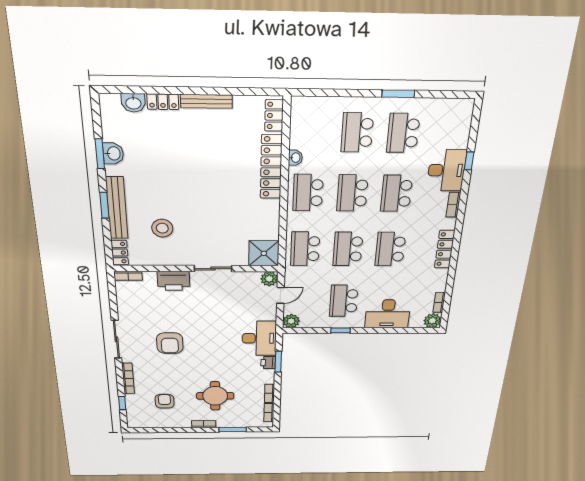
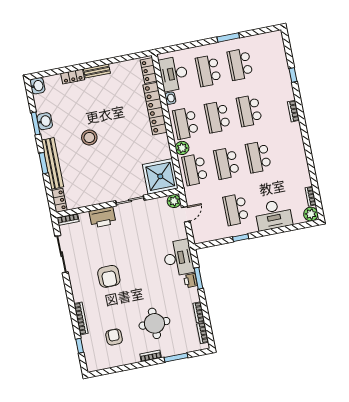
bench: (206, 101) -> (97, 71), width x0.73
washbasin: (133, 103) -> (37, 86), moved, turned -90
desk: (447, 170) -> (174, 74), moved, turned 180
stool: (162, 228) -> (89, 137), moved
locker: (445, 249) -> (299, 149), removed
shower: (264, 253) -> (160, 176), width x1.37, depth x1.37
plant: (291, 321) -> (182, 148), moved
sliding door: (116, 339) -> (62, 254), moved

